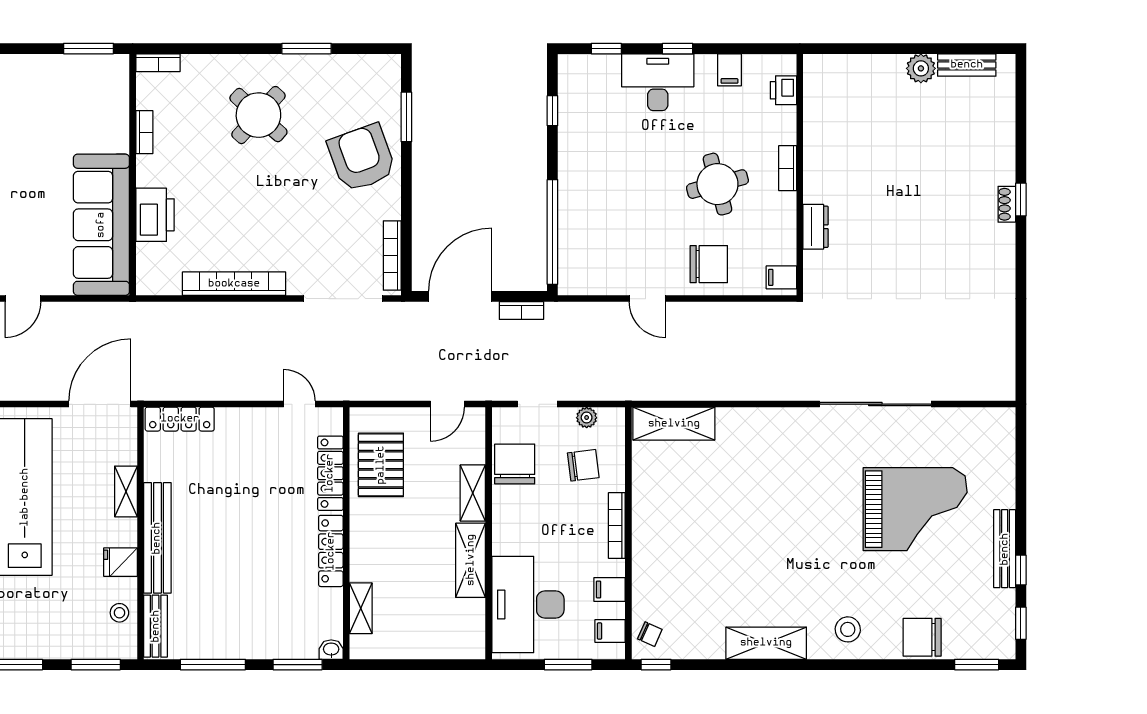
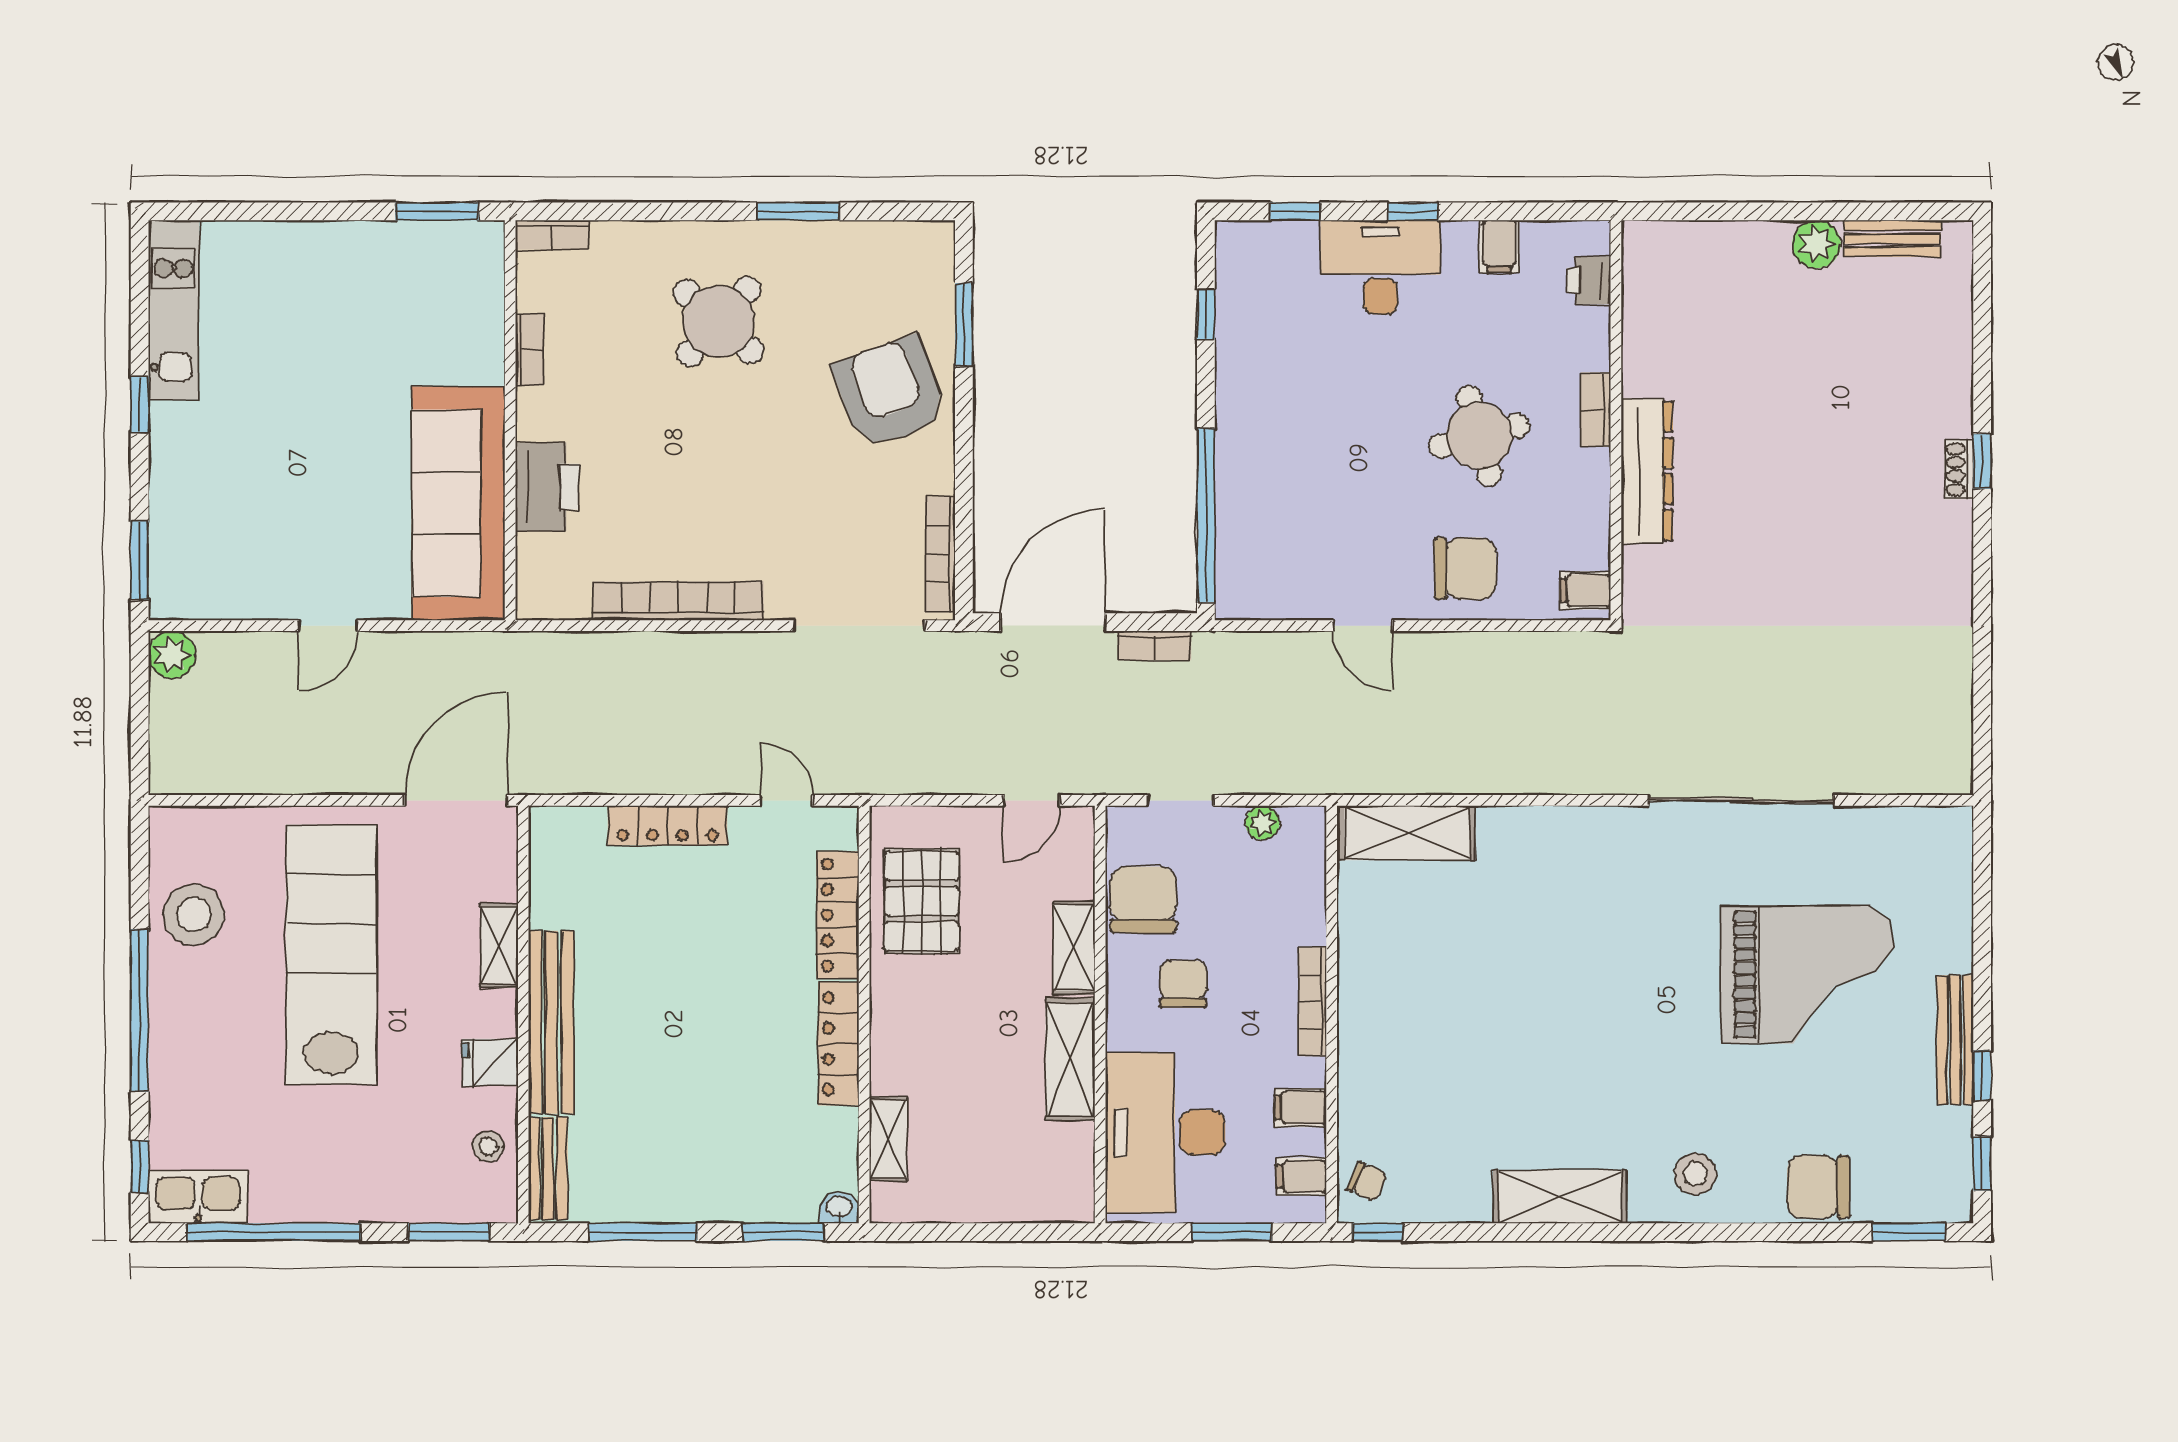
dresser: (816, 227) -> (1647, 471), width x1.96, depth x1.24
locker: (180, 419) -> (667, 825), moved
chair: (583, 465) -> (1183, 984), moved, turned -83

